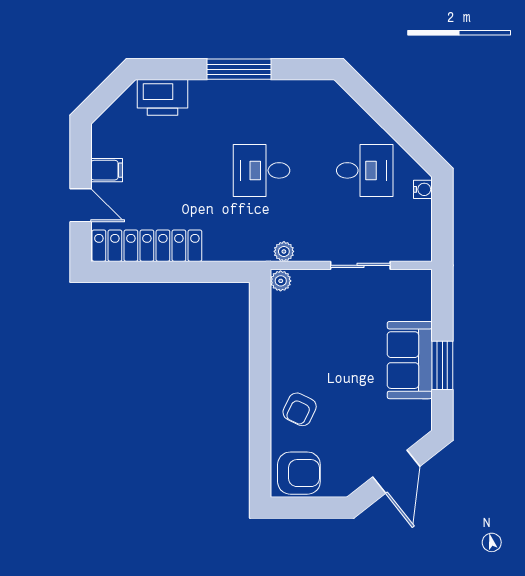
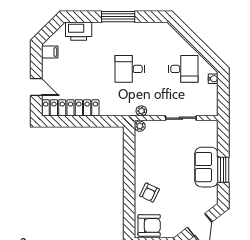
filing cabinet: (107, 170) -> (50, 52), moved

